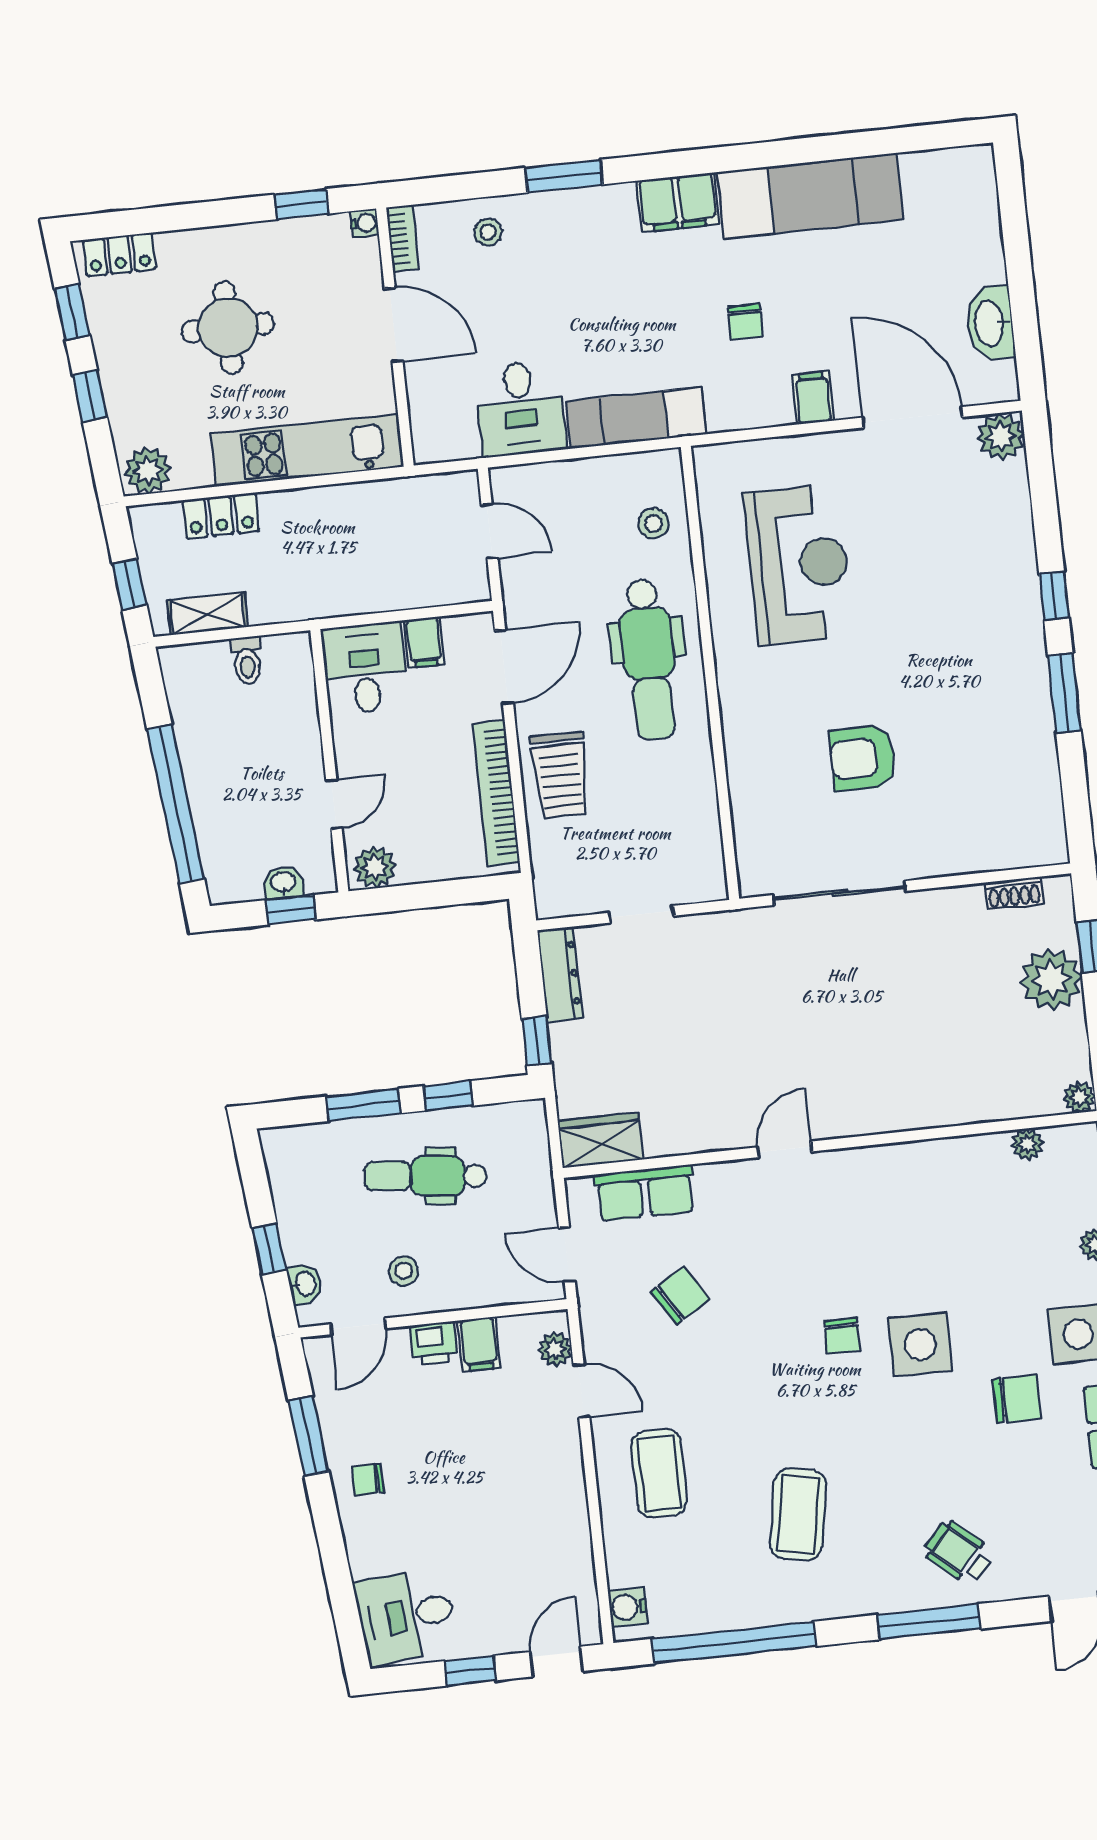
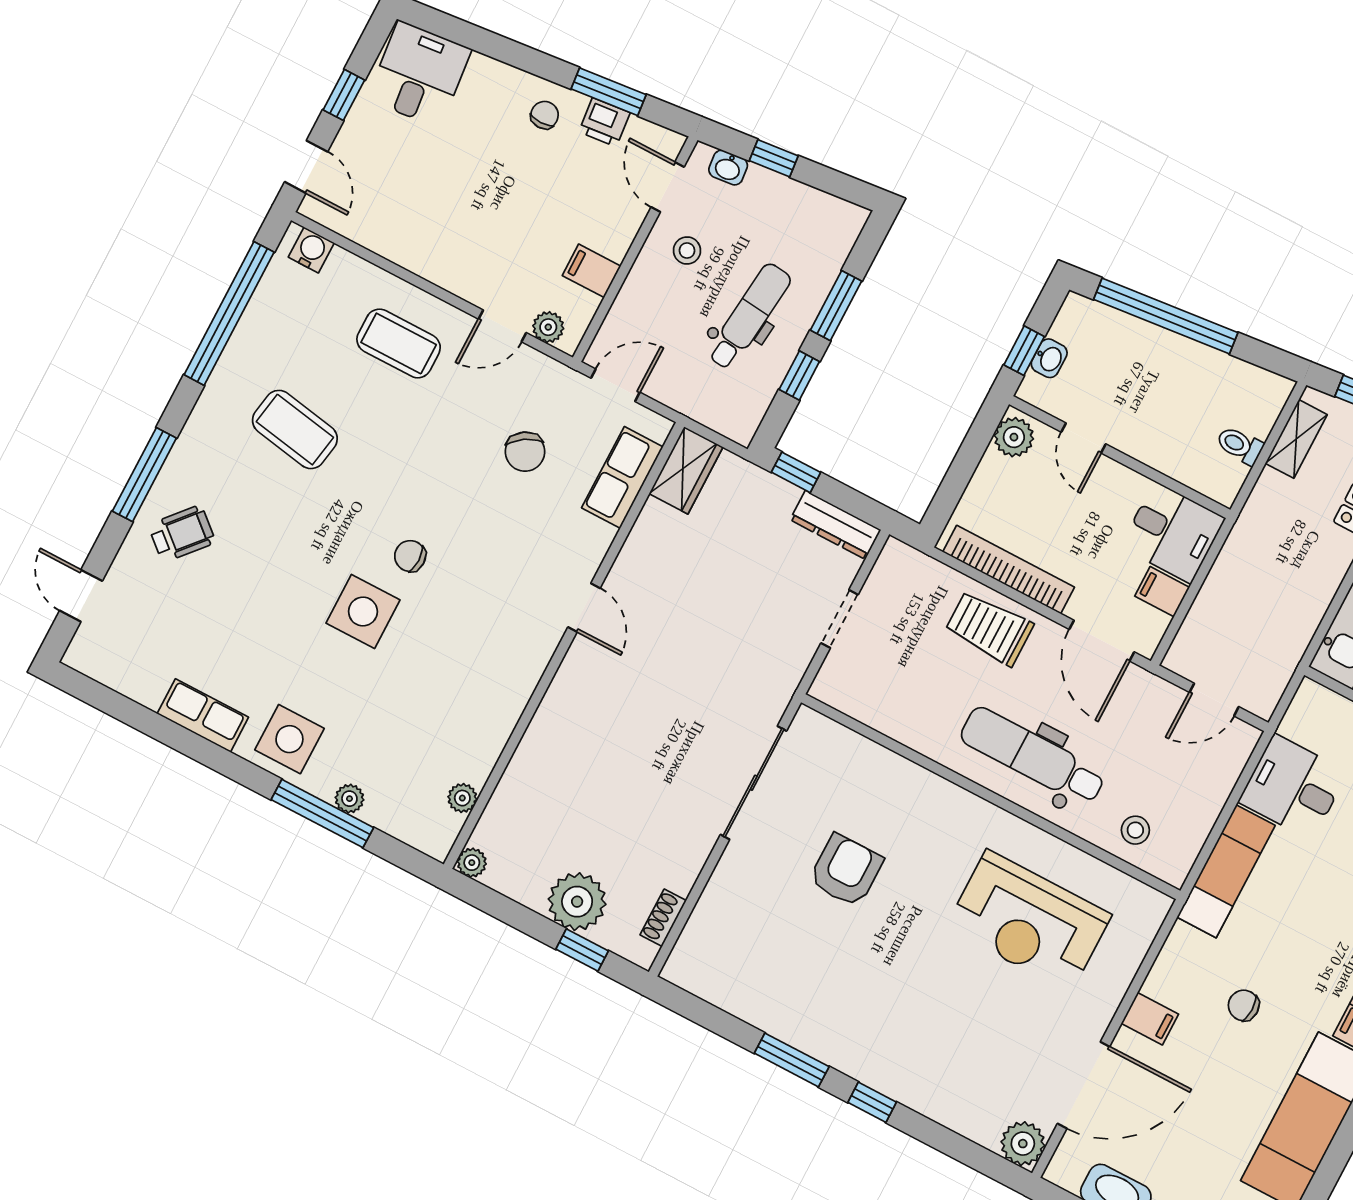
printer: (434, 1343) -> (604, 122), moved, turned -96
chair: (1017, 1399) -> (271, 658), removed

